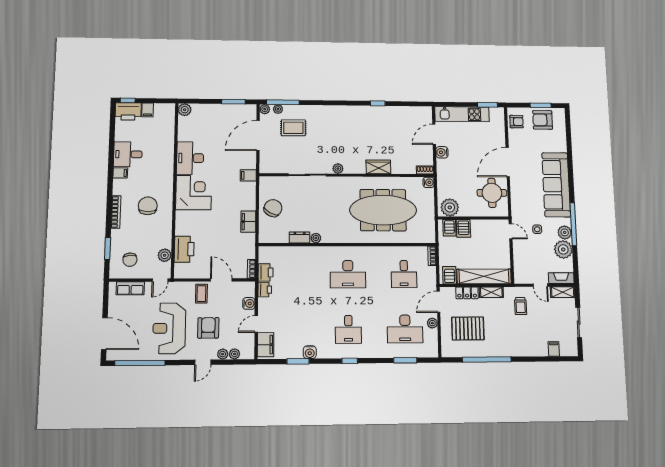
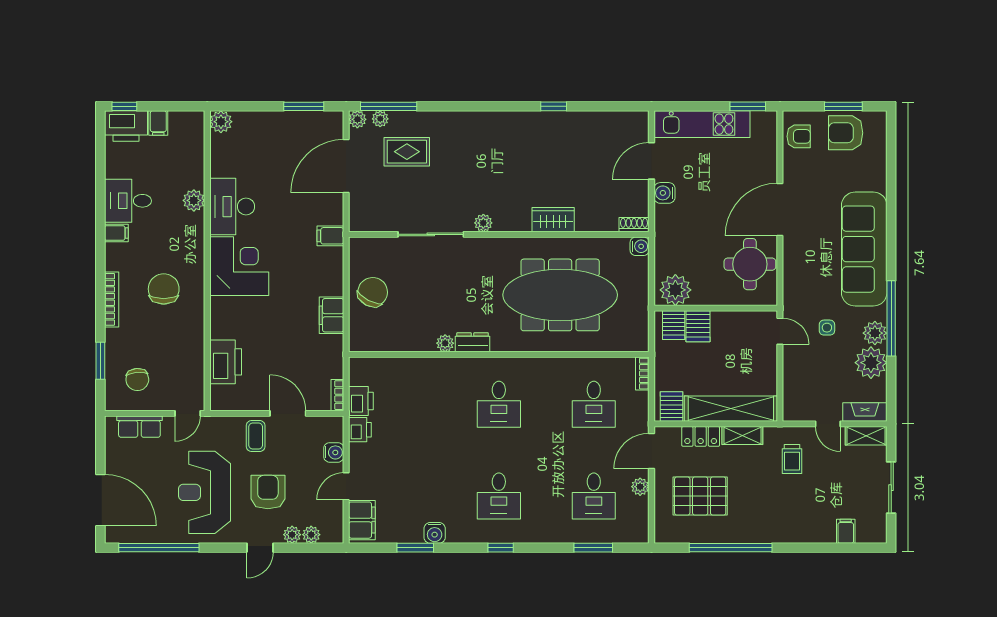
dresser: (300, 238) -> (473, 342), moved
plant: (165, 255) -> (194, 200), moved
desk: (348, 274) -> (499, 404), width x0.73
desk: (405, 329) -> (594, 496), width x0.73

